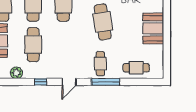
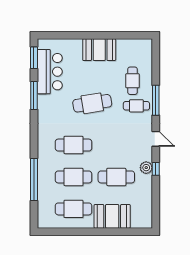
cafe table: (136, 68) -> (133, 81), moved
plant: (16, 73) -> (146, 168), moved

